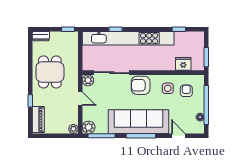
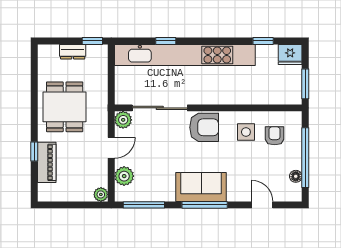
dresser: (41, 36) -> (73, 52), moved
fridge: (183, 64) -> (290, 54), moved, turned 180
armchair: (141, 85) -> (204, 127), turned 180
door: (80, 99) -> (111, 148), hinge flipped
piano: (38, 119) -> (47, 162), moved
sofa: (139, 122) -> (201, 187), width x0.54, depth x0.79
plant: (89, 127) -> (124, 176), moved

